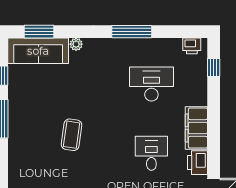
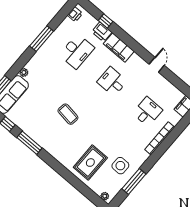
window: (214, 68) -> (106, 21), moved
desk: (151, 84) -> (77, 51), turned 180
printer: (198, 163) -> (102, 32), moved

